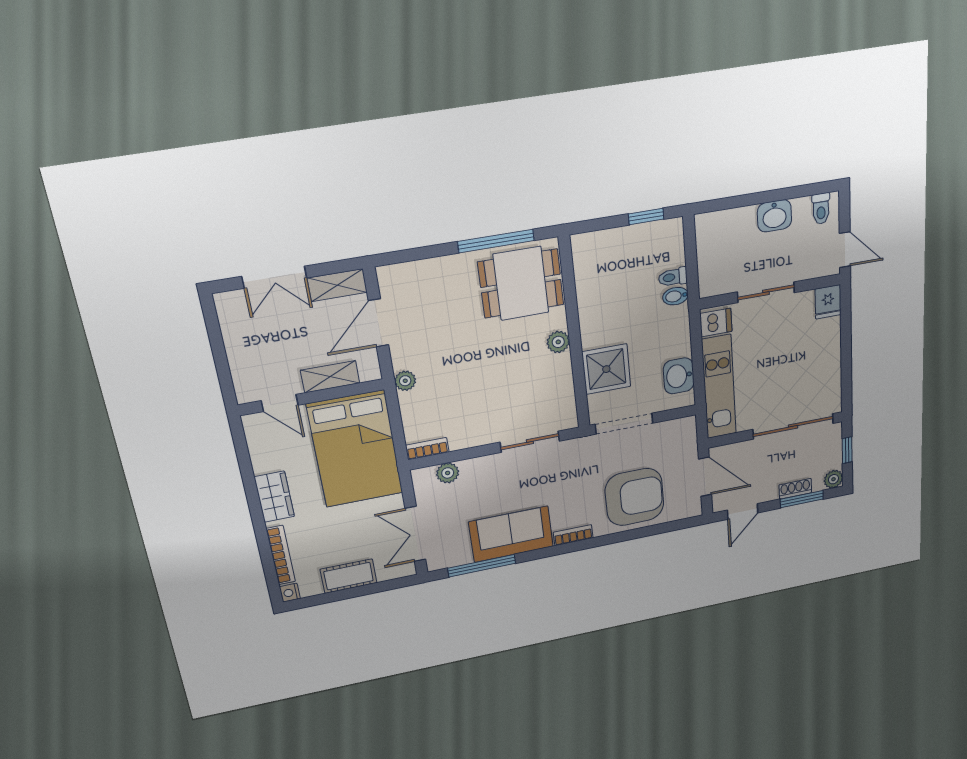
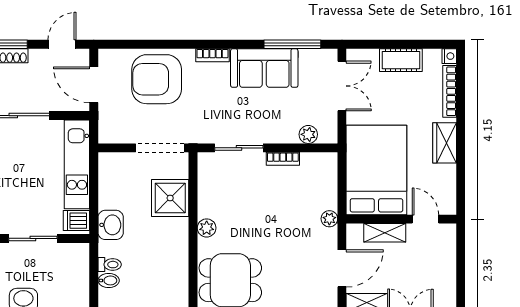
bidet: (675, 296) -> (109, 280), moved
washbasin: (679, 376) -> (111, 225), moved
bookcase: (427, 449) -> (283, 159), moved

